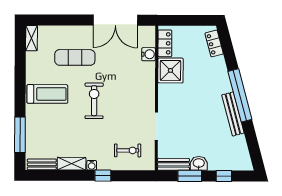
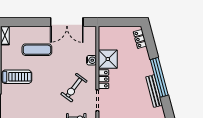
locker: (165, 43) -> (104, 79), moved
water cooler: (149, 54) -> (92, 60), moved
exercise bike: (94, 101) -> (74, 88), moved, turned -143

